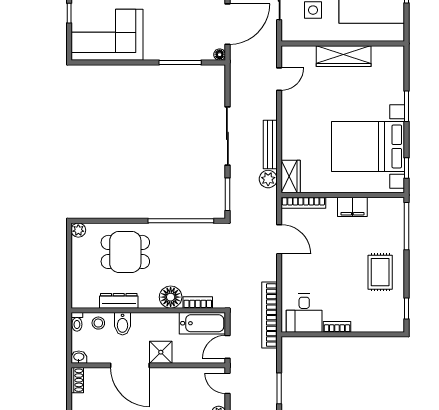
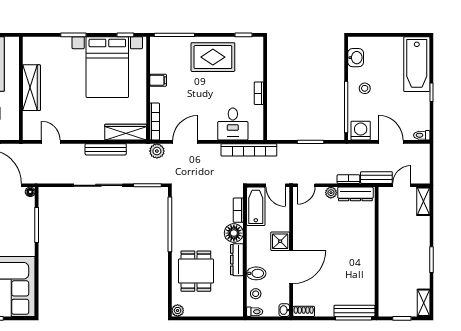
wardrobe: (291, 176) -> (126, 132), width x1.50
plant: (268, 179) -> (157, 151), moved
filing cabinet: (352, 207) -> (158, 80), width x0.50
rug: (380, 272) -> (213, 57), width x1.36, depth x1.43
dresser: (119, 301) -> (237, 260), moved
desk: (304, 313) -> (233, 124), moved, turned 90

